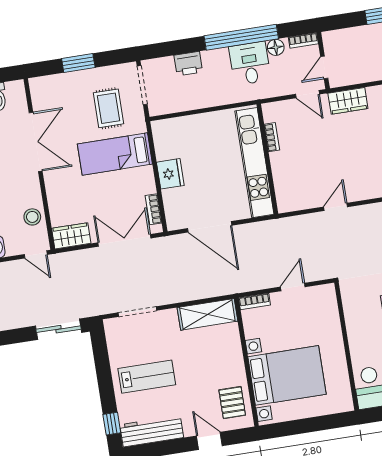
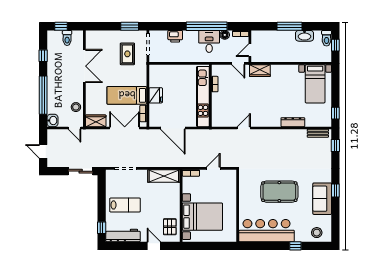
window: (78, 63) -> (130, 26), moved
bed: (115, 154) -> (127, 95), moved

